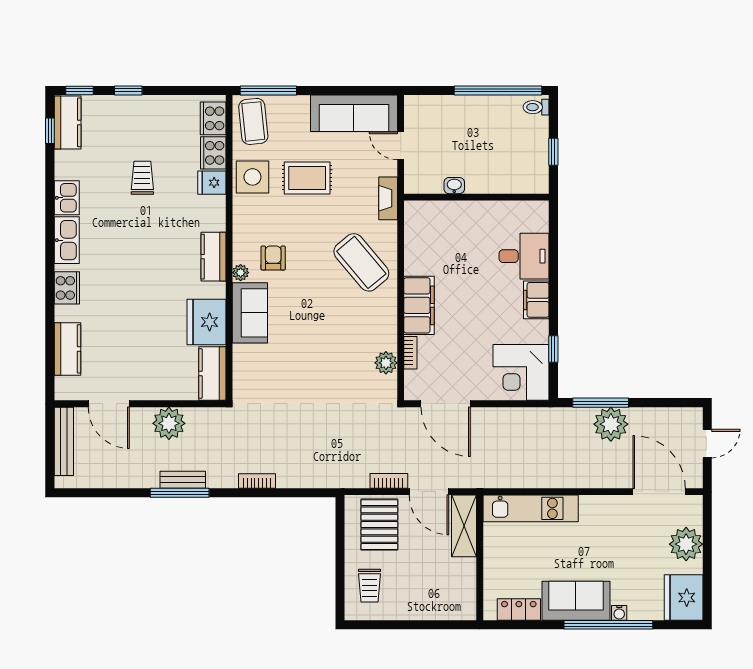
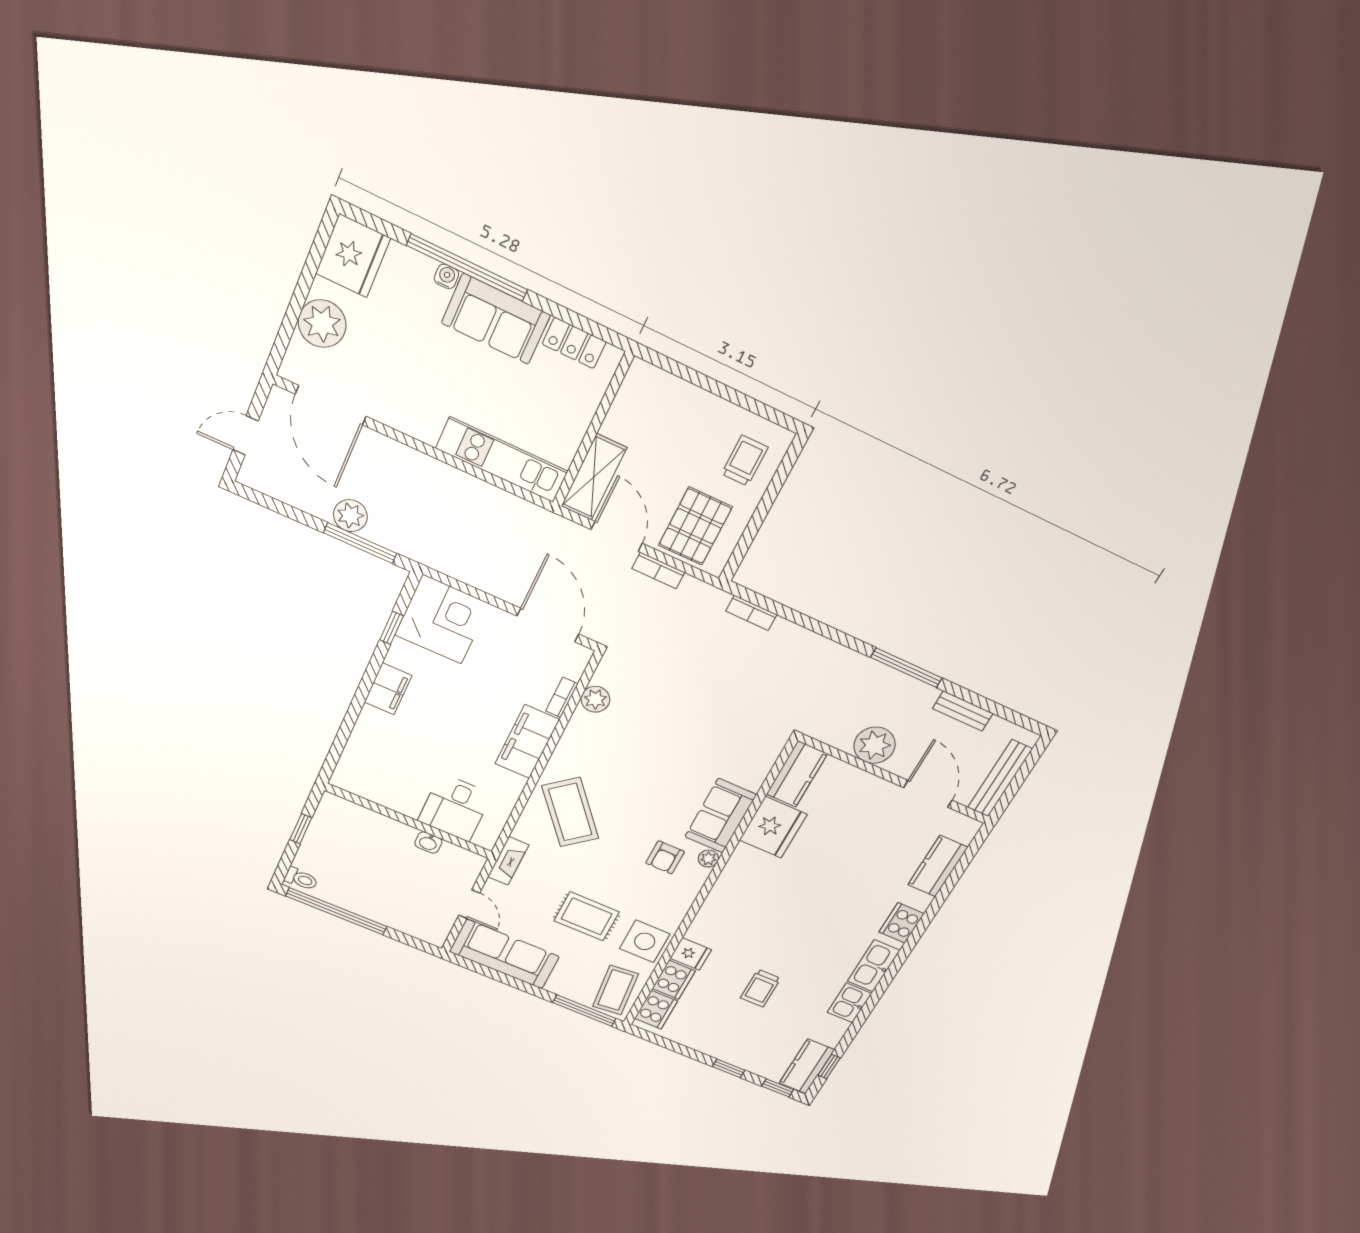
desk: (524, 256) -> (455, 808), moved, turned -90
kitchen counter: (213, 257) -> (729, 886), removed
plant: (611, 424) -> (350, 516), width x0.73, depth x0.73
bench: (183, 480) -> (963, 711), moved
bookcase: (257, 481) -> (751, 613), moved

